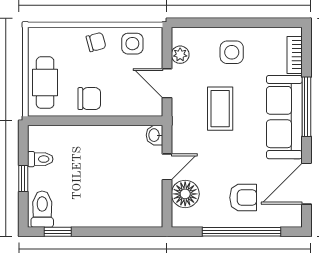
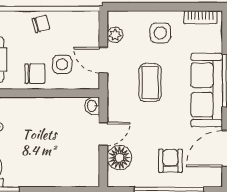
side table: (132, 44) -> (62, 64), moved
bookcase: (295, 55) -> (200, 17), moved, turned -90
armchair: (243, 198) -> (170, 161), turned -90

